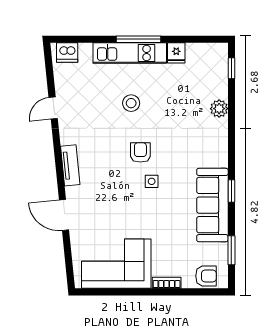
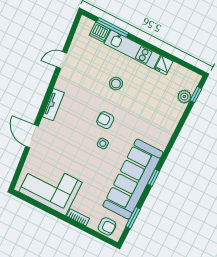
window: (139, 39) -> (113, 27), moved
dishwasher: (67, 52) -> (100, 32), moved
plant: (219, 109) -> (184, 97), moved
armchair: (140, 152) -> (105, 120), turned -90
sofa: (212, 205) -> (133, 179), width x1.36, depth x1.27

